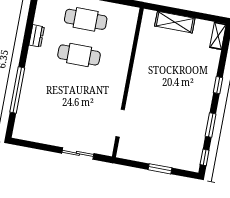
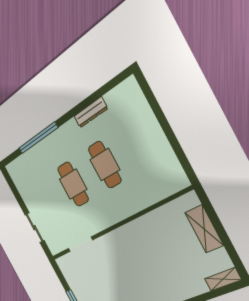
cafe table: (86, 19) -> (73, 184), moved
dresser: (37, 36) -> (91, 112), width x1.44

